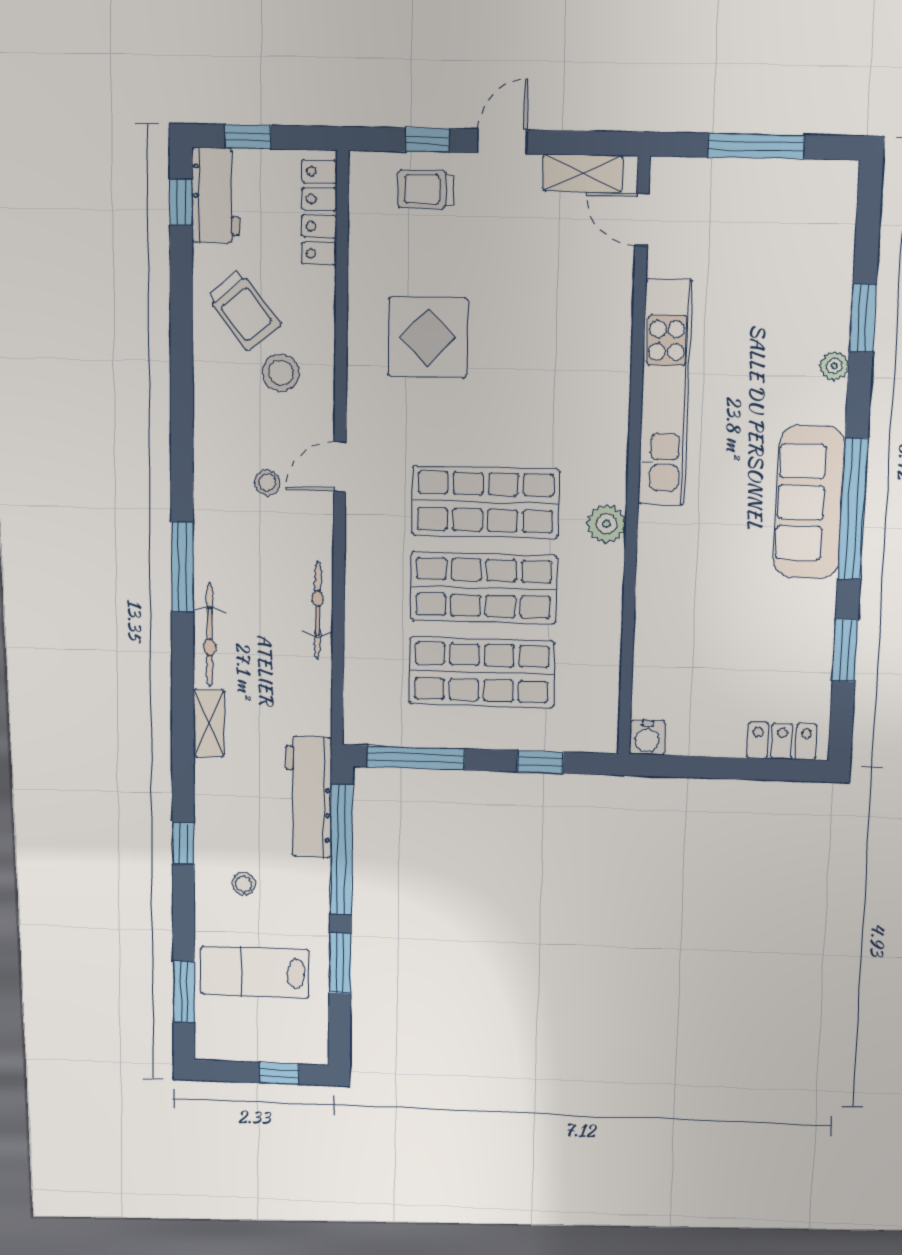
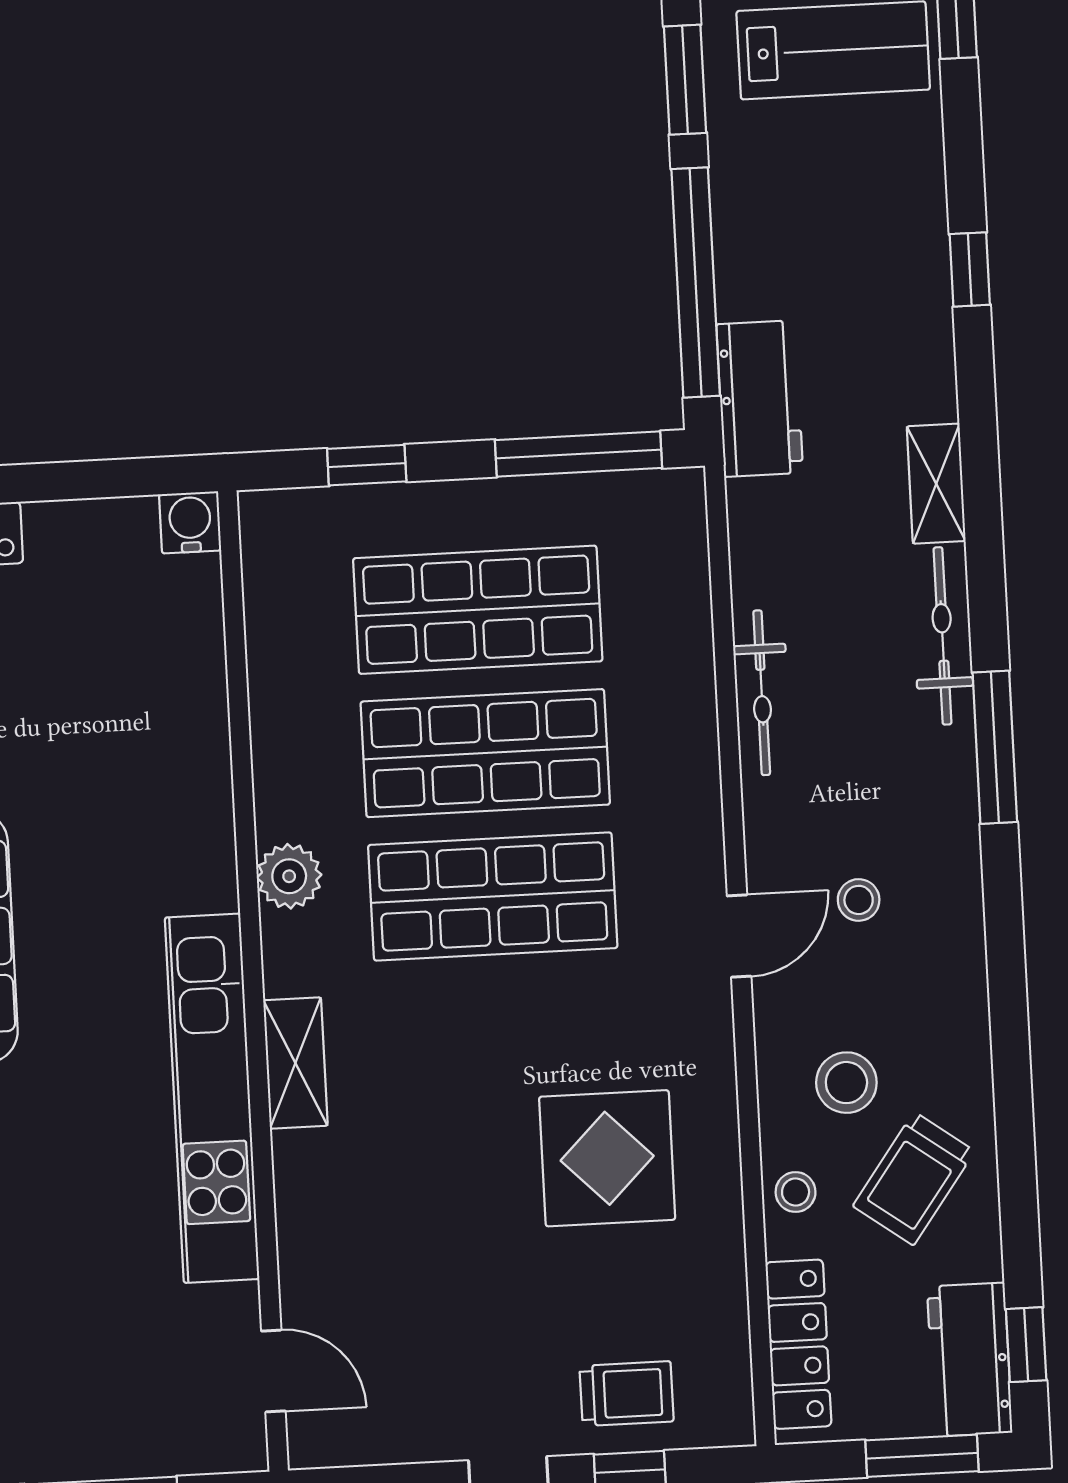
window: (248, 137) -> (922, 1456), width x1.50
shelving: (583, 173) -> (295, 1063), moved, turned 90
trolley: (244, 311) -> (914, 1179), turned -106
workbench: (308, 797) -> (760, 399), width x0.73
stool: (244, 884) -> (796, 1192), moved

